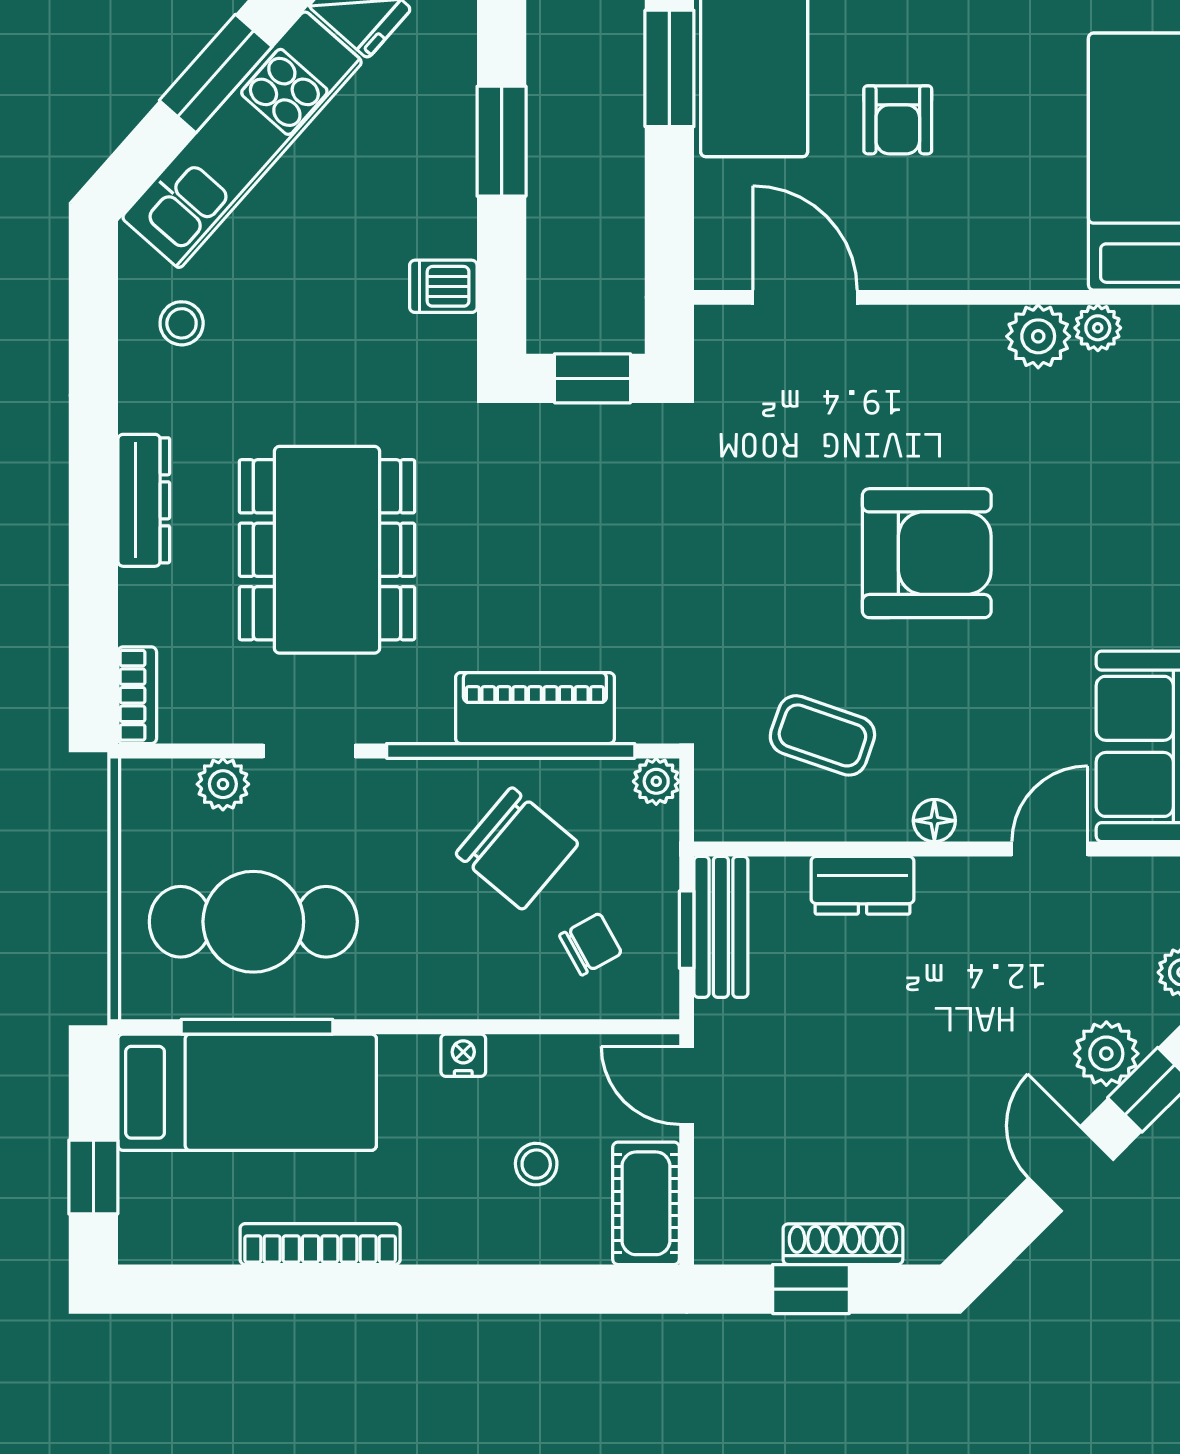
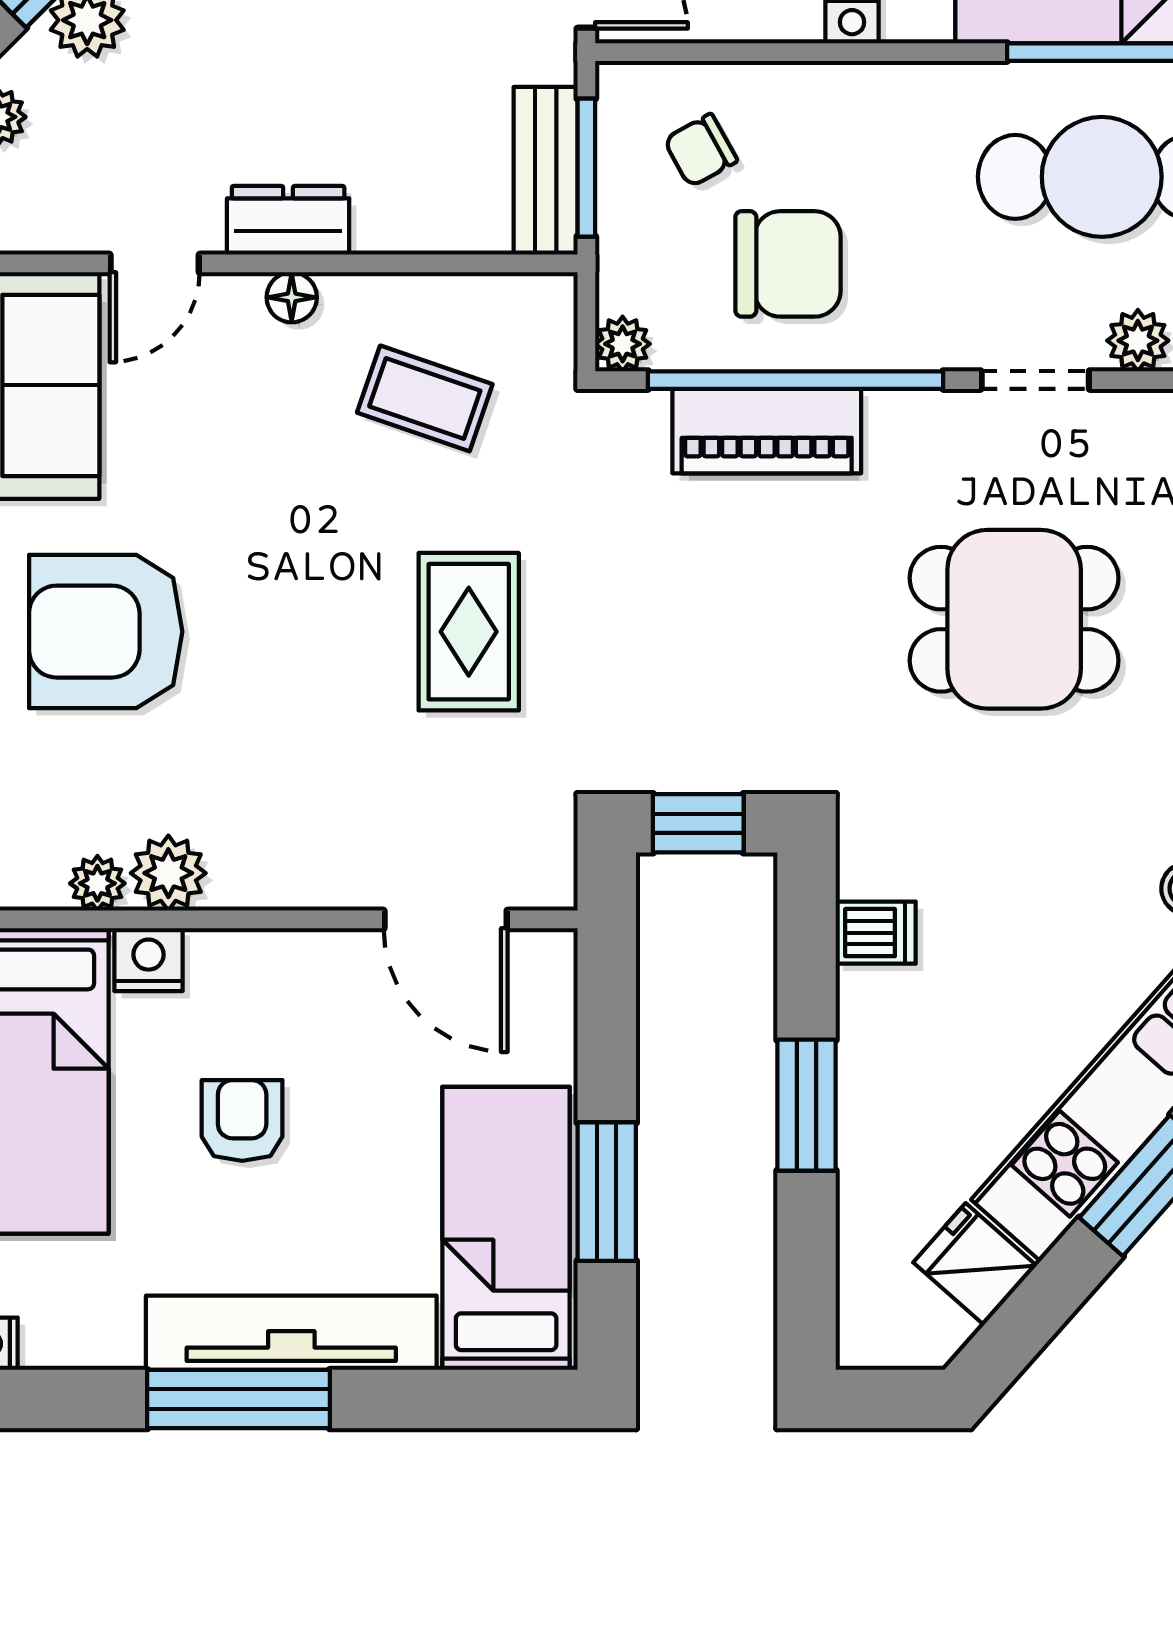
armchair: (898, 120) -> (242, 1120), moved
nightstand: (1055, 264) -> (148, 960), added
rug: (786, 539) -> (469, 632), added
dining table: (327, 550) -> (1014, 619), width x0.73
armchair: (927, 553) -> (106, 632), moved
chair: (517, 849) -> (788, 264), turned 140
dresser: (863, 885) -> (288, 220), moved
window: (687, 930) -> (586, 168), width x1.50

